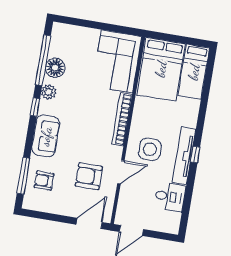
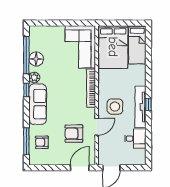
sofa: (46, 136) -> (38, 104), width x1.36

